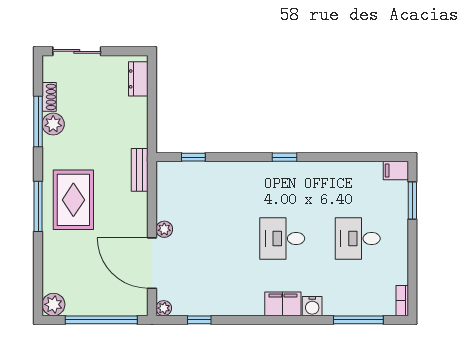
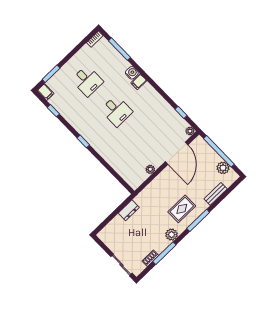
dresser: (138, 79) -> (129, 210), moved
plant: (53, 124) -> (172, 235), moved
window: (193, 157) -> (53, 111), moved
bench: (140, 170) -> (216, 194), moved
rug: (73, 200) -> (182, 209), width x0.73, depth x0.70
plant: (164, 229) -> (150, 169), moved
plant: (53, 304) -> (223, 168), moved
filing cabinet: (283, 304) -> (139, 82), width x0.50

